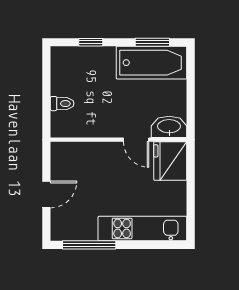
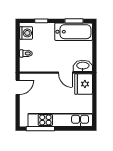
washing machine: (62, 65) -> (26, 33), added
door: (46, 194) -> (18, 87), moved
kitchen unit: (142, 228) -> (60, 120), width x1.36

